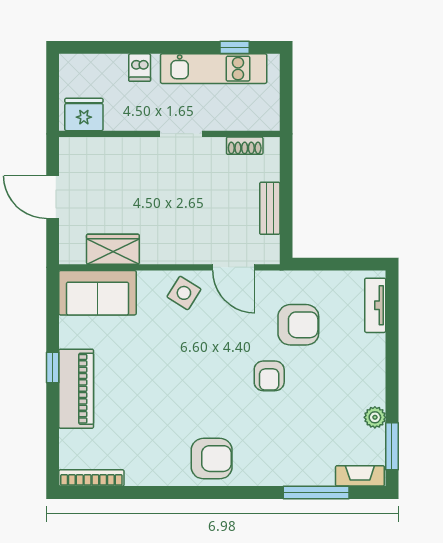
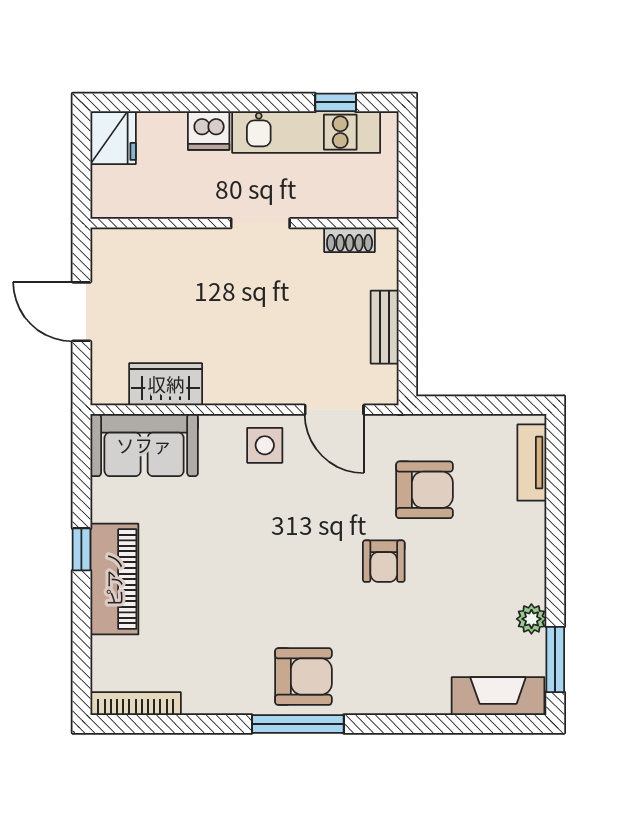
dishwasher: (140, 68) -> (209, 131), width x1.38
fridge: (84, 115) -> (113, 138), moved, turned 90
side table: (184, 293) -> (265, 445), turned -32
fireplace: (360, 476) -> (498, 696), width x1.37, depth x1.32
window: (316, 493) -> (298, 724), moved

